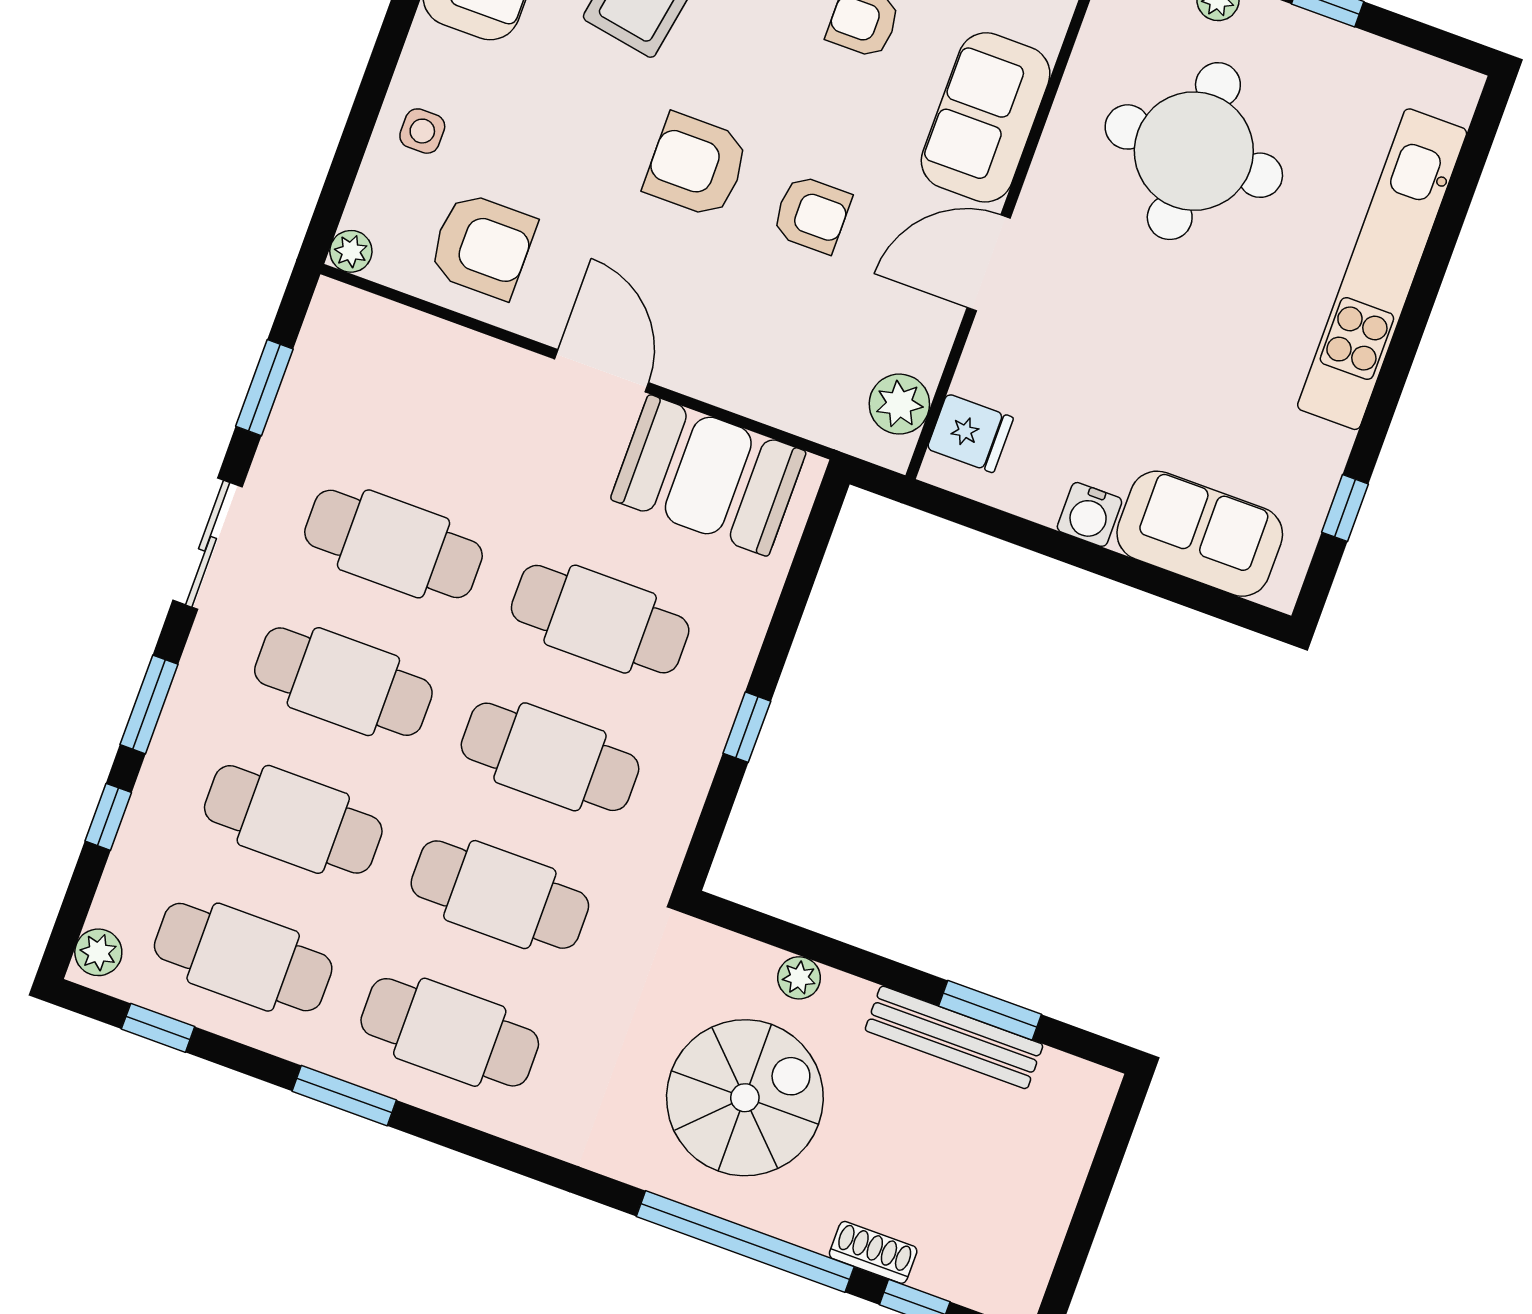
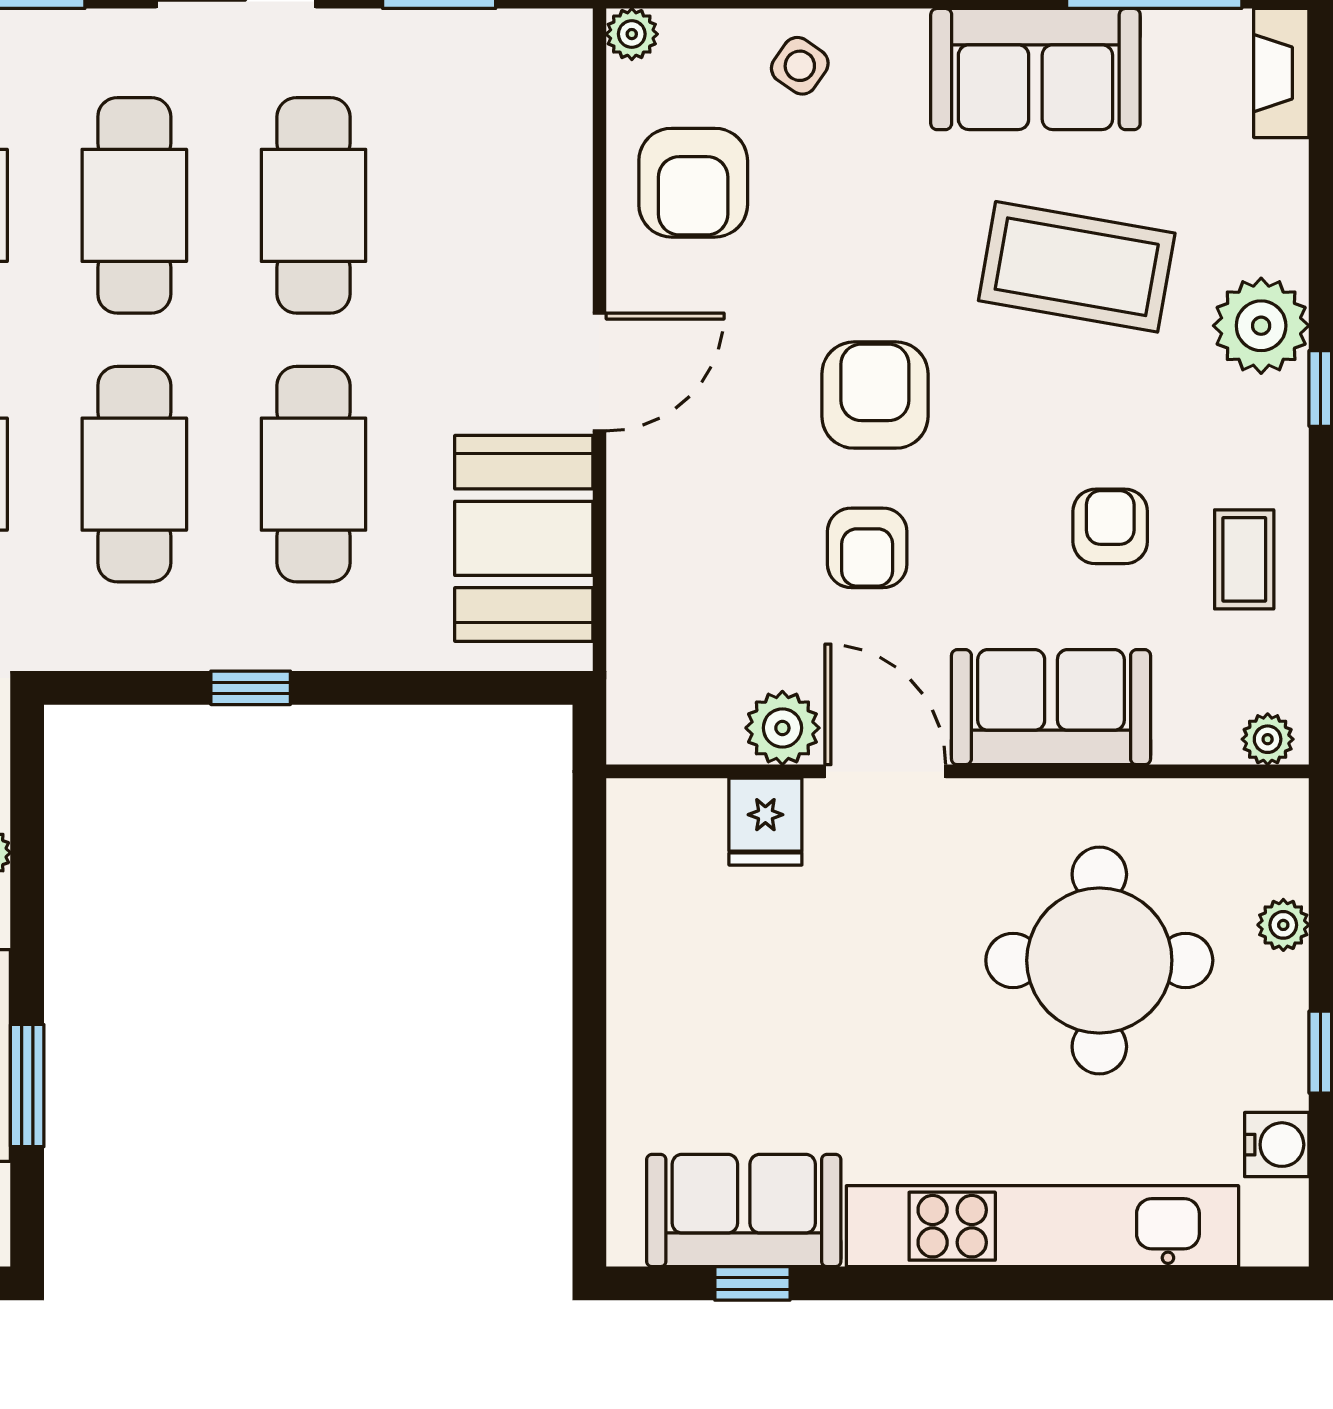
side table: (422, 131) -> (800, 66), turned 35
plant: (899, 404) -> (782, 728), moved
fridge: (970, 433) -> (765, 822), moved
water cooler: (1089, 514) -> (1277, 1145), moved, turned 180
sofa: (1200, 534) -> (744, 1210), moved, turned -90

